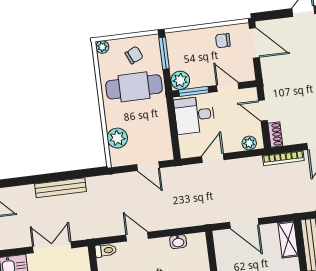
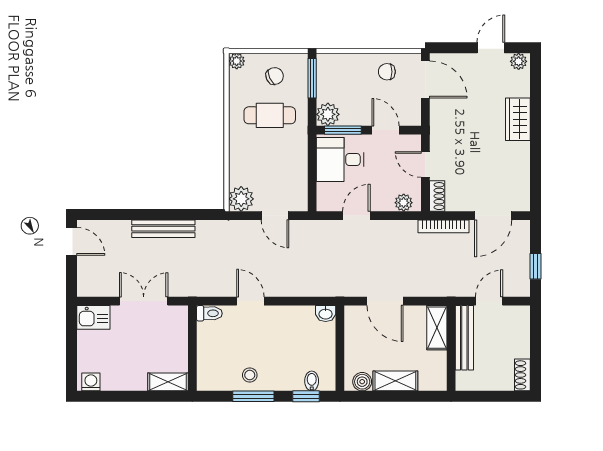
cafe table: (134, 87) -> (270, 115), width x0.73, depth x0.74
plant: (117, 138) -> (241, 199), moved
washbasin: (178, 242) -> (326, 314), moved

